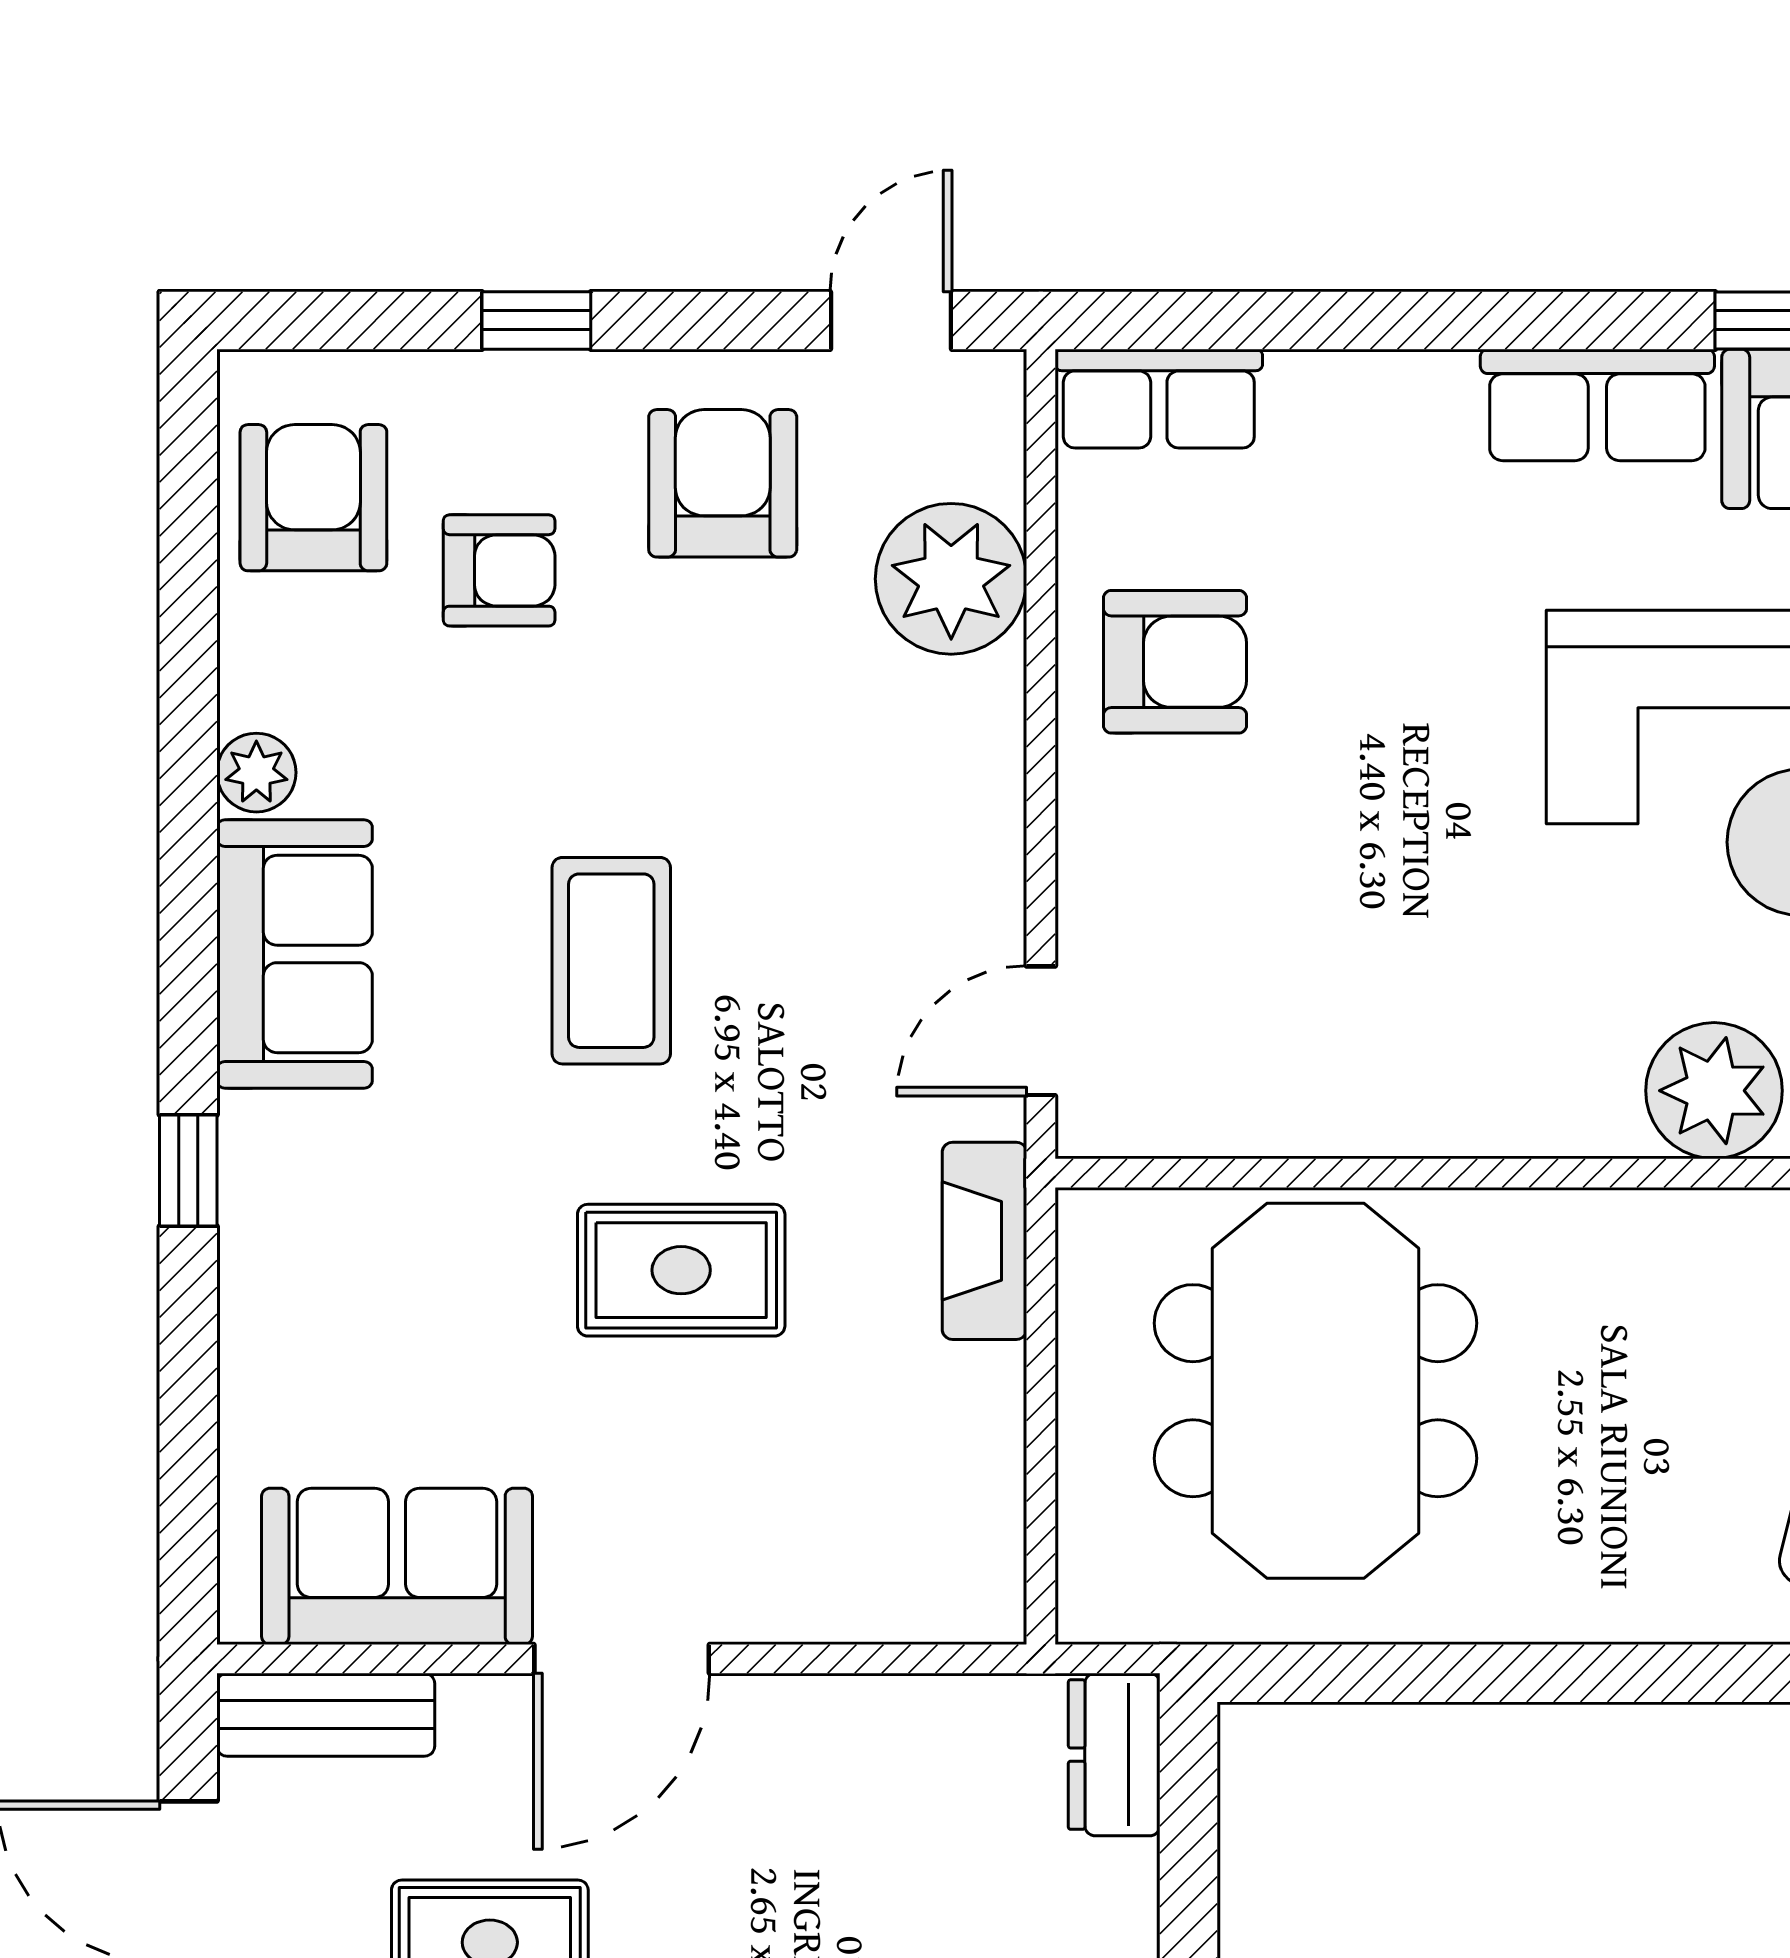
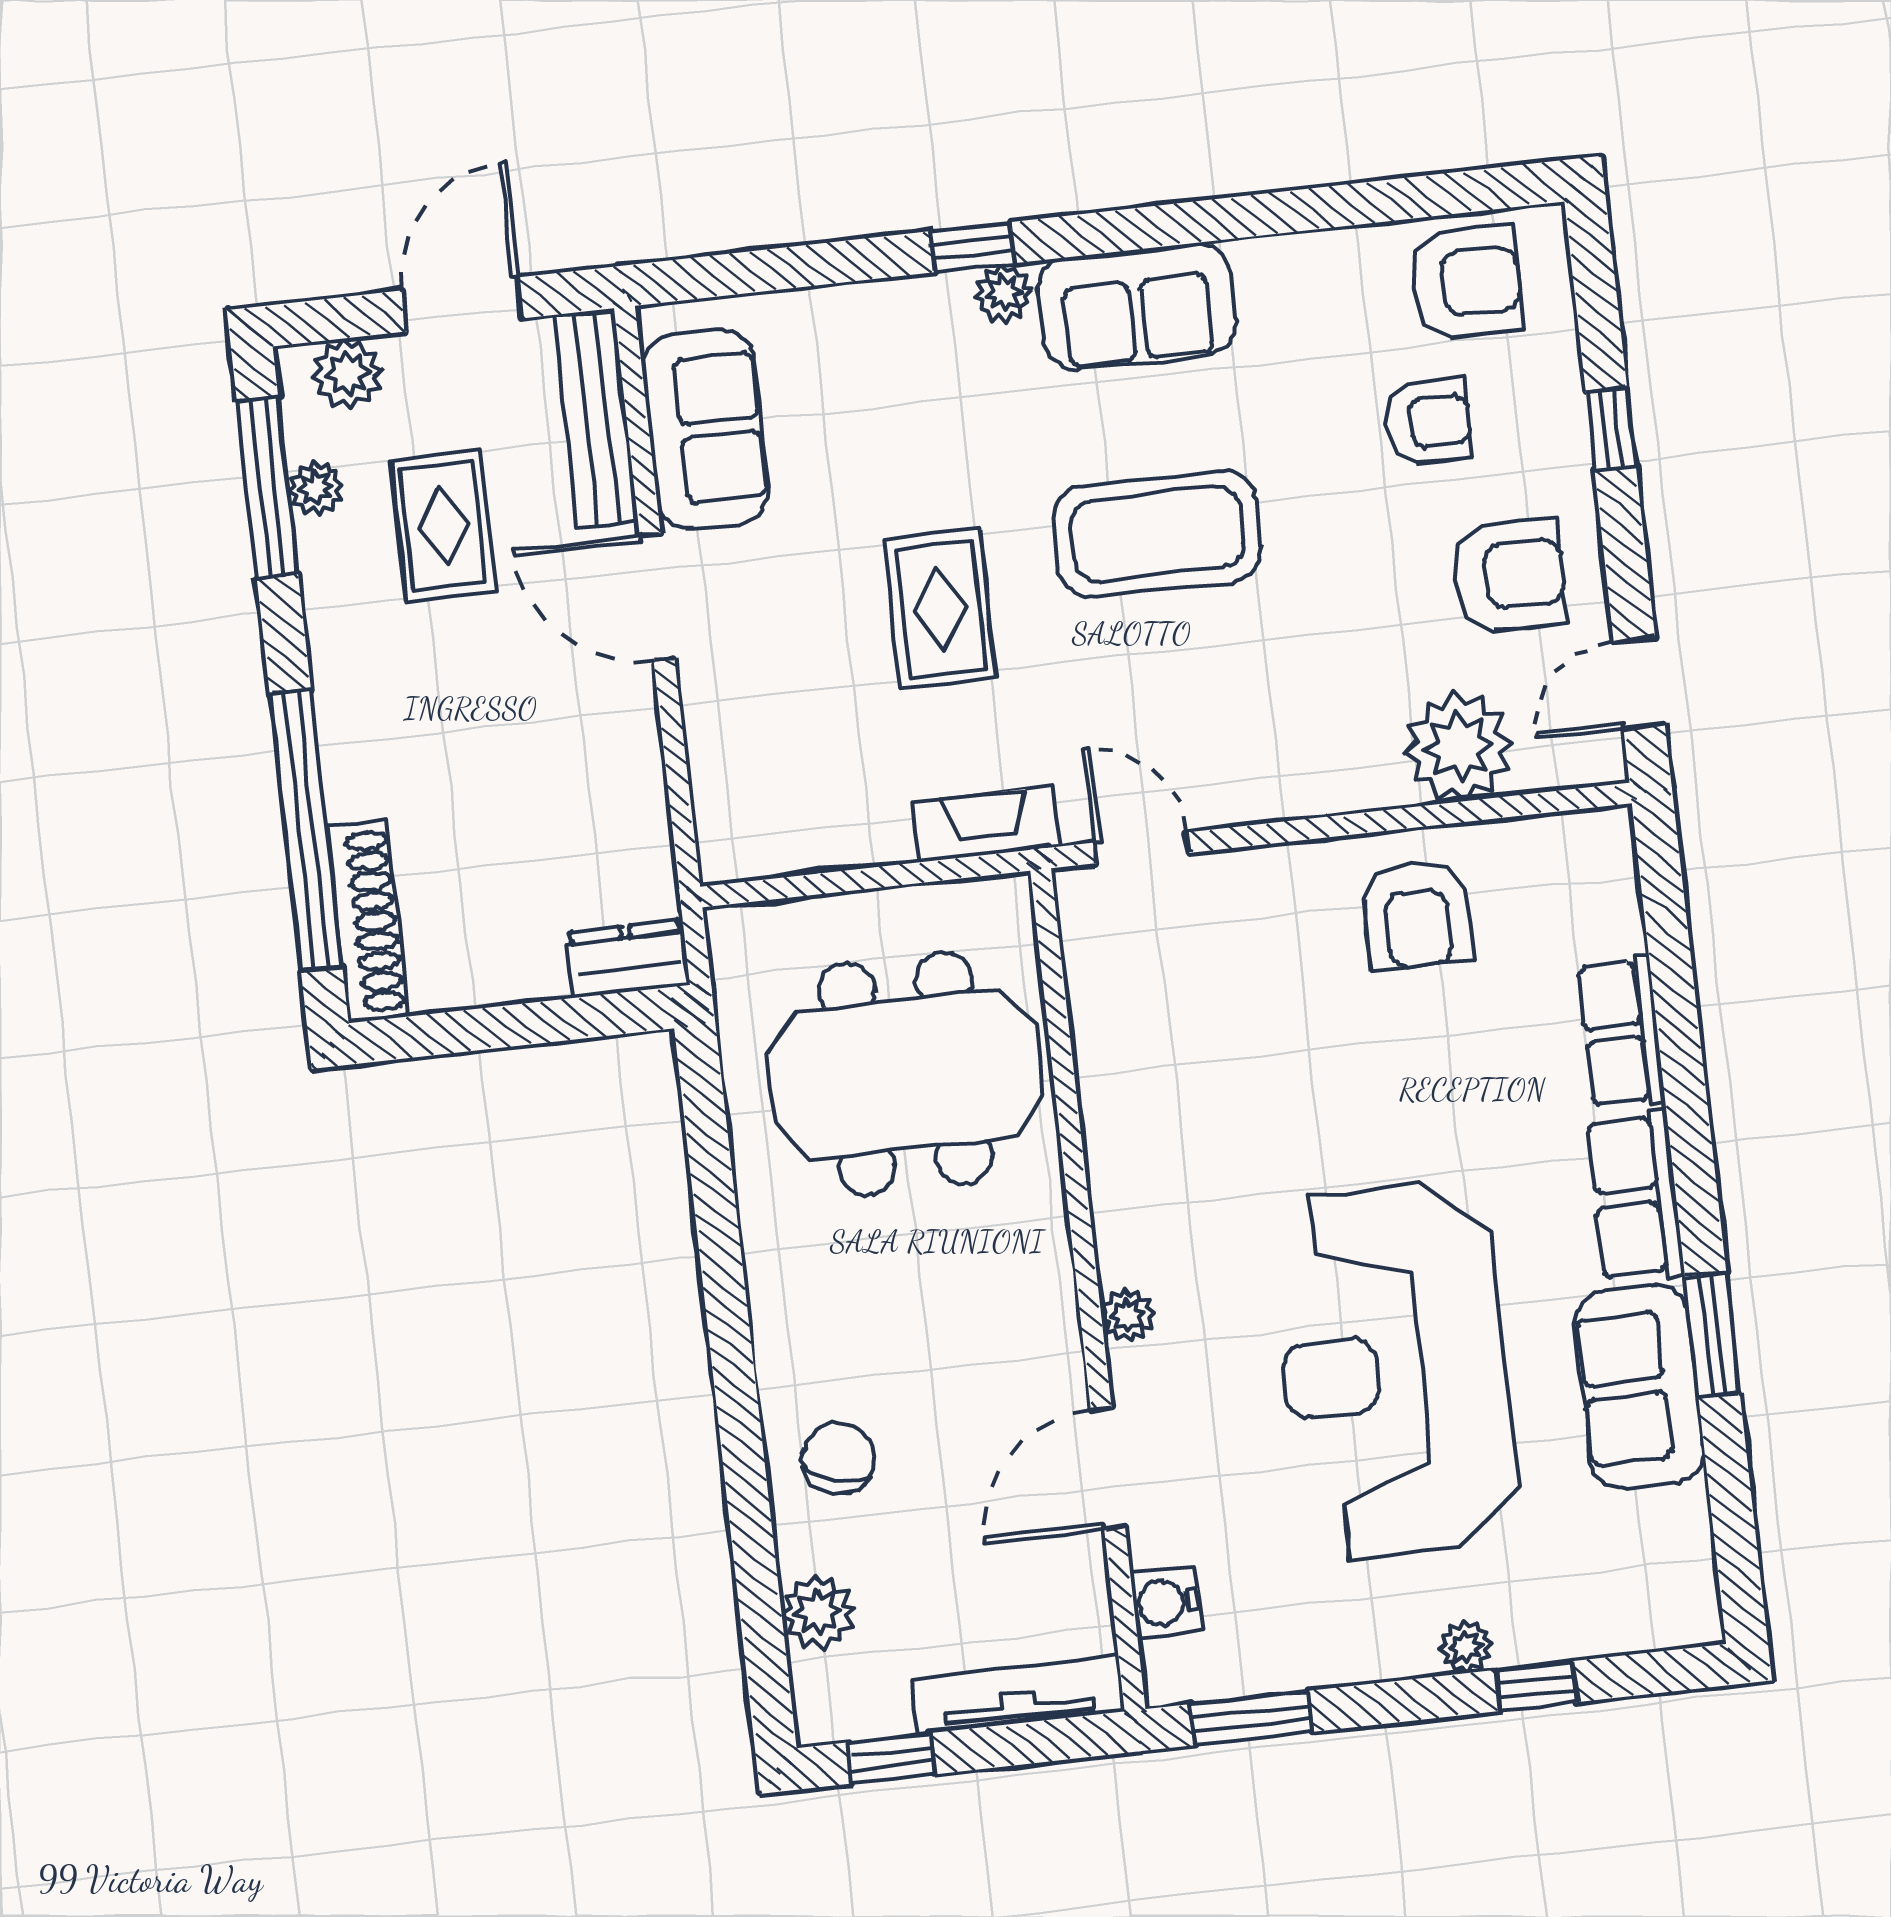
door: (891, 320) -> (1639, 683), swing flipped
row of seats: (1159, 399) -> (1622, 1032), moved
armchair: (499, 570) -> (1428, 422), turned -90
plant: (256, 773) -> (1003, 293), moved
coffee table: (611, 961) -> (1157, 534), width x1.36, depth x1.32
plant: (1714, 1091) -> (1127, 1315), width x0.53, depth x0.53
bench: (326, 1715) -> (596, 418), width x1.36

